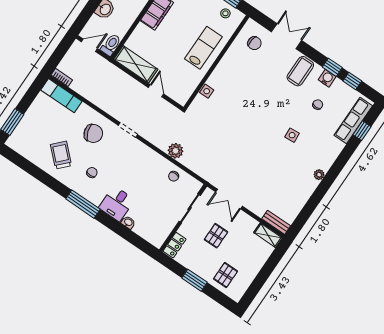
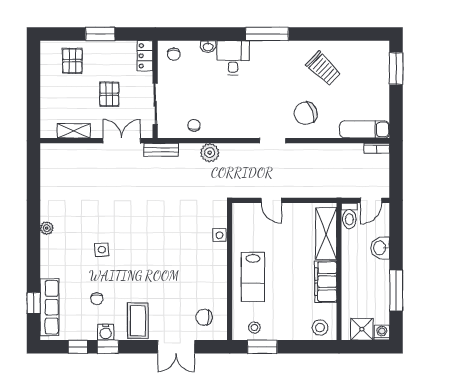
shelving: (136, 64) -> (326, 233), moved, turned 90
chair: (92, 173) -> (174, 54), moved
bench: (276, 222) -> (161, 150), moved
shelving: (268, 235) -> (74, 131), moved

